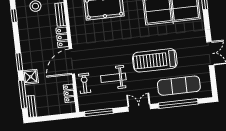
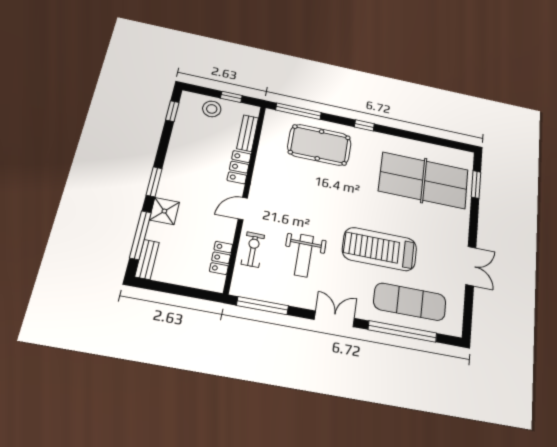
door: (72, 61) -> (243, 209), width x0.53
weight bench: (113, 78) -> (304, 256), turned -90

